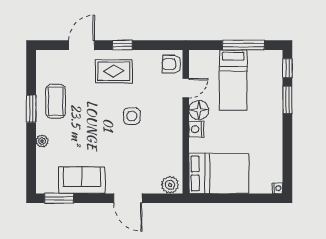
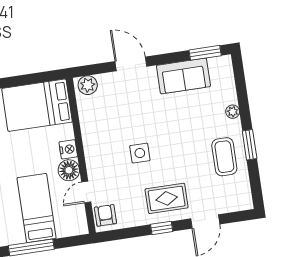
armchair: (172, 64) -> (105, 215), turned -90

